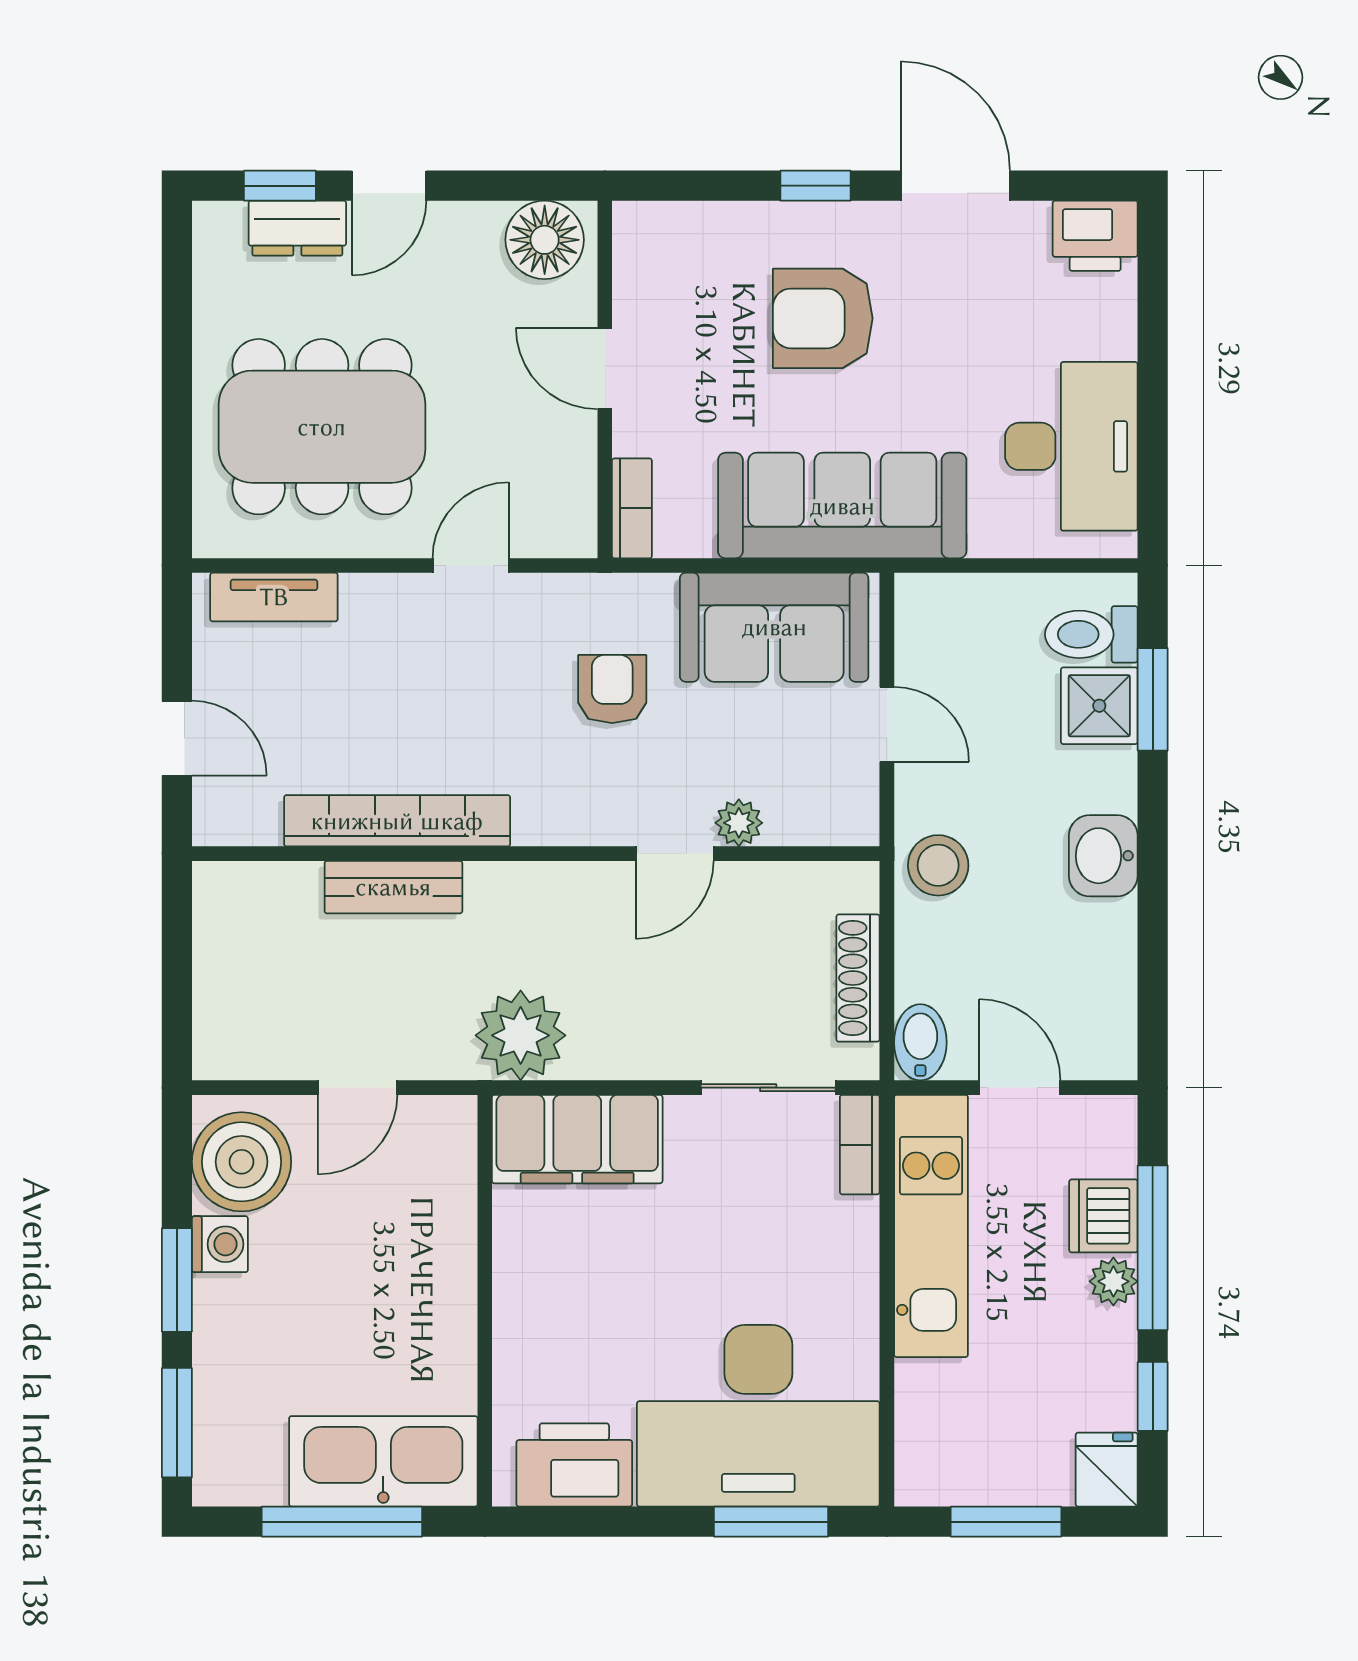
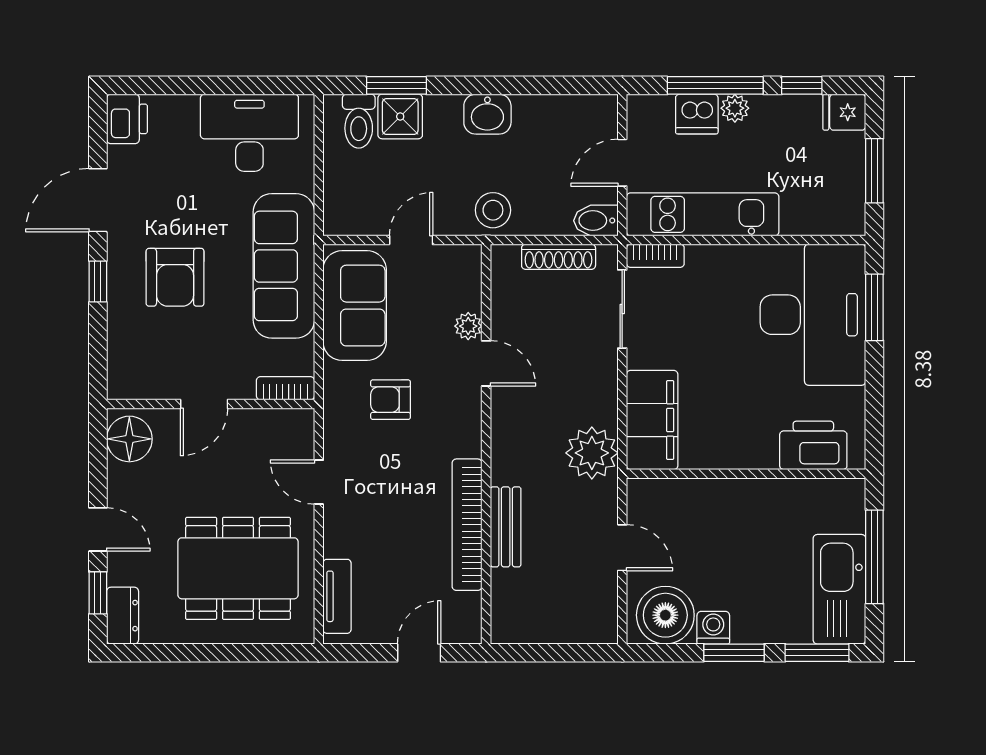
dresser: (297, 228) -> (123, 616), moved
dining table: (322, 427) -> (238, 568), turned 90
kitchen sink: (383, 1461) -> (839, 589), moved
printer: (574, 1465) -> (813, 445), moved, turned 90

